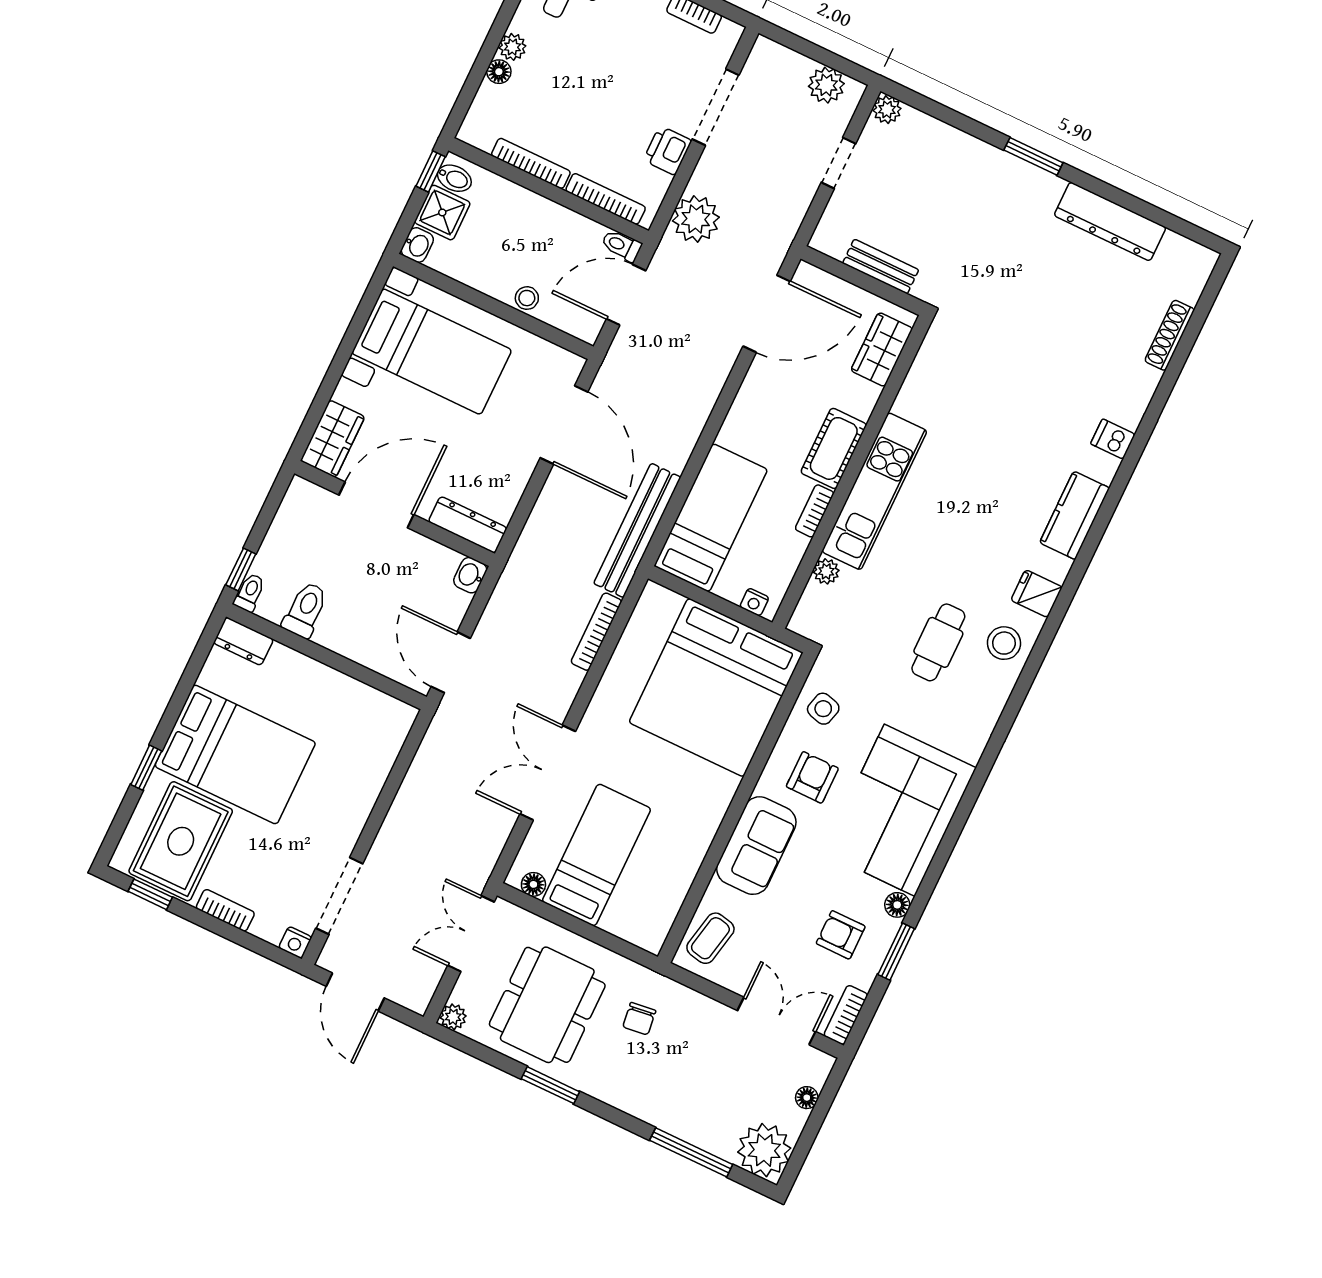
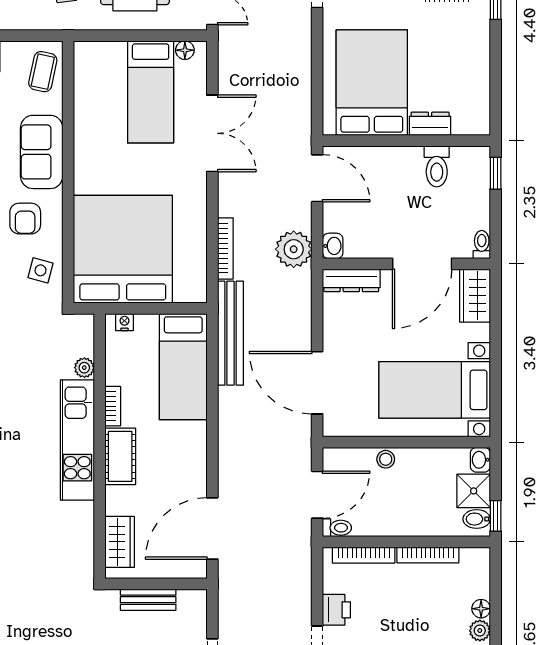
plant: (696, 219) -> (294, 249), moved
toilet: (250, 593) -> (482, 245), moved, turned 180
dresser: (243, 641) -> (430, 124), moved
bed: (235, 754) -> (372, 83), moved, turned 90

